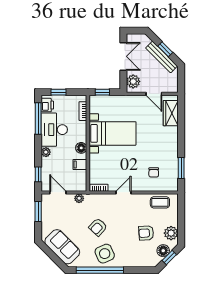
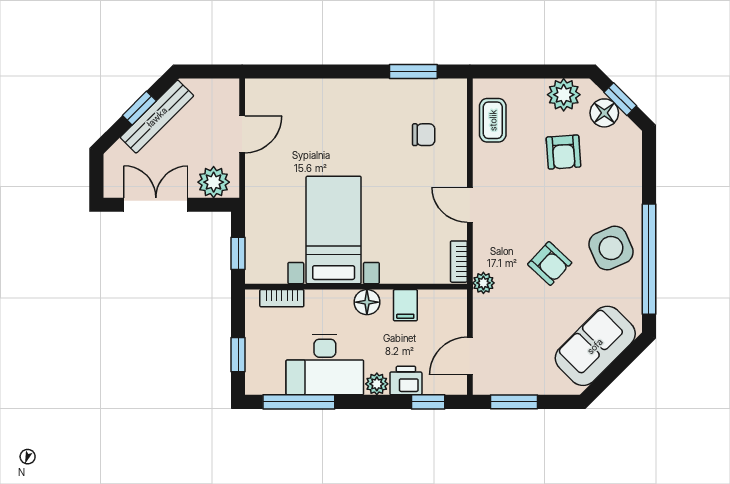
printer: (47, 105) -> (406, 381), moved
wardrobe: (171, 113) -> (286, 95), removed
plant: (79, 198) -> (483, 283), moved

